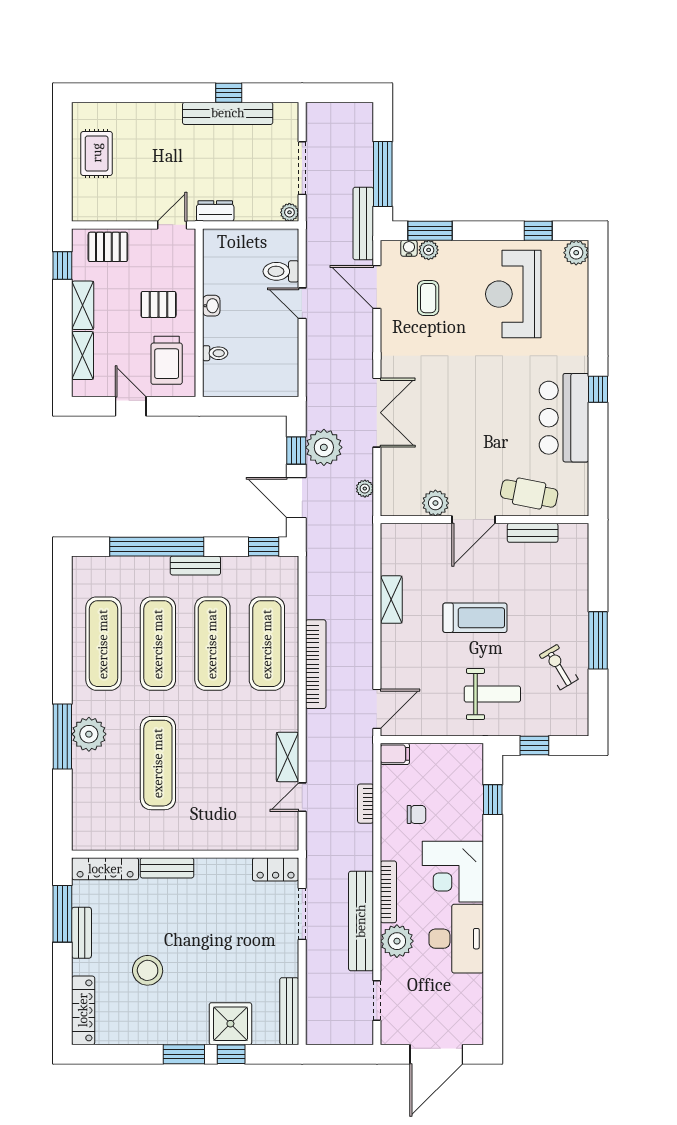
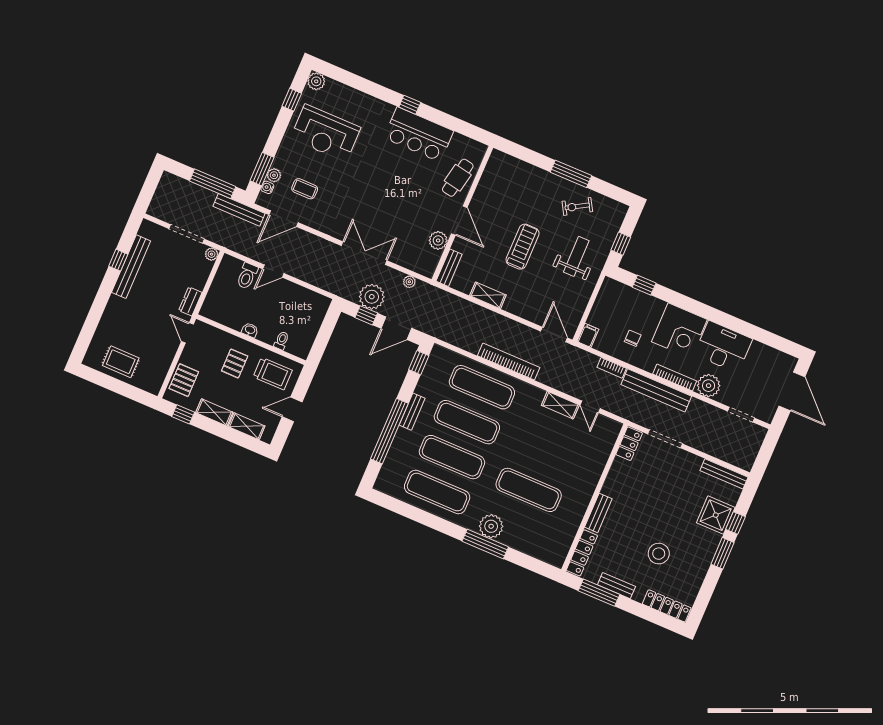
bench: (533, 533) -> (449, 268), moved
bench: (361, 921) -> (656, 390), moved

